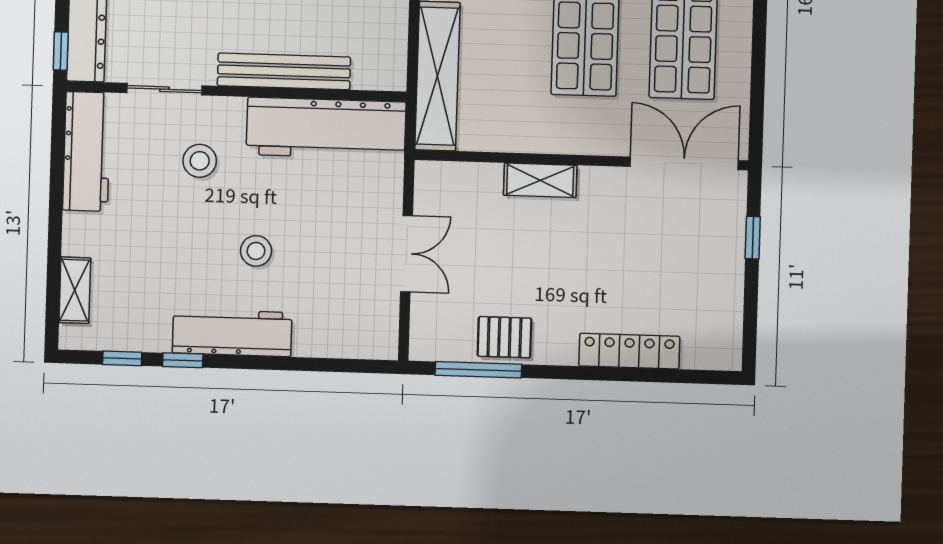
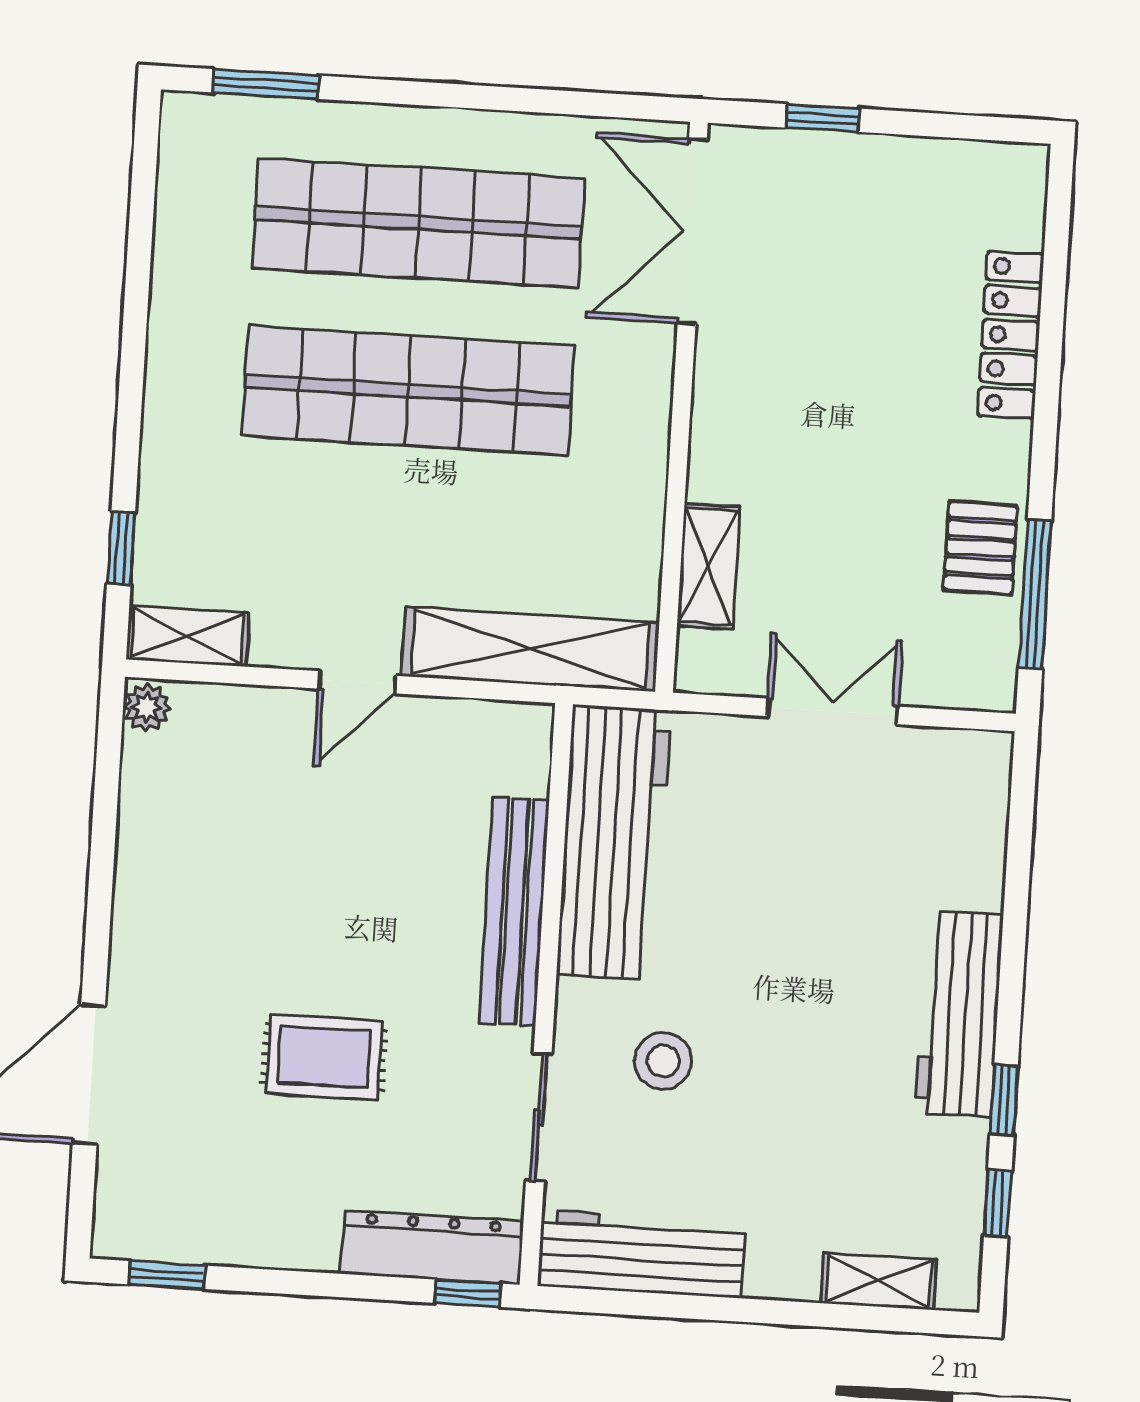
shelving: (540, 180) -> (708, 566), moved
stool: (256, 251) -> (820, 969), removed

